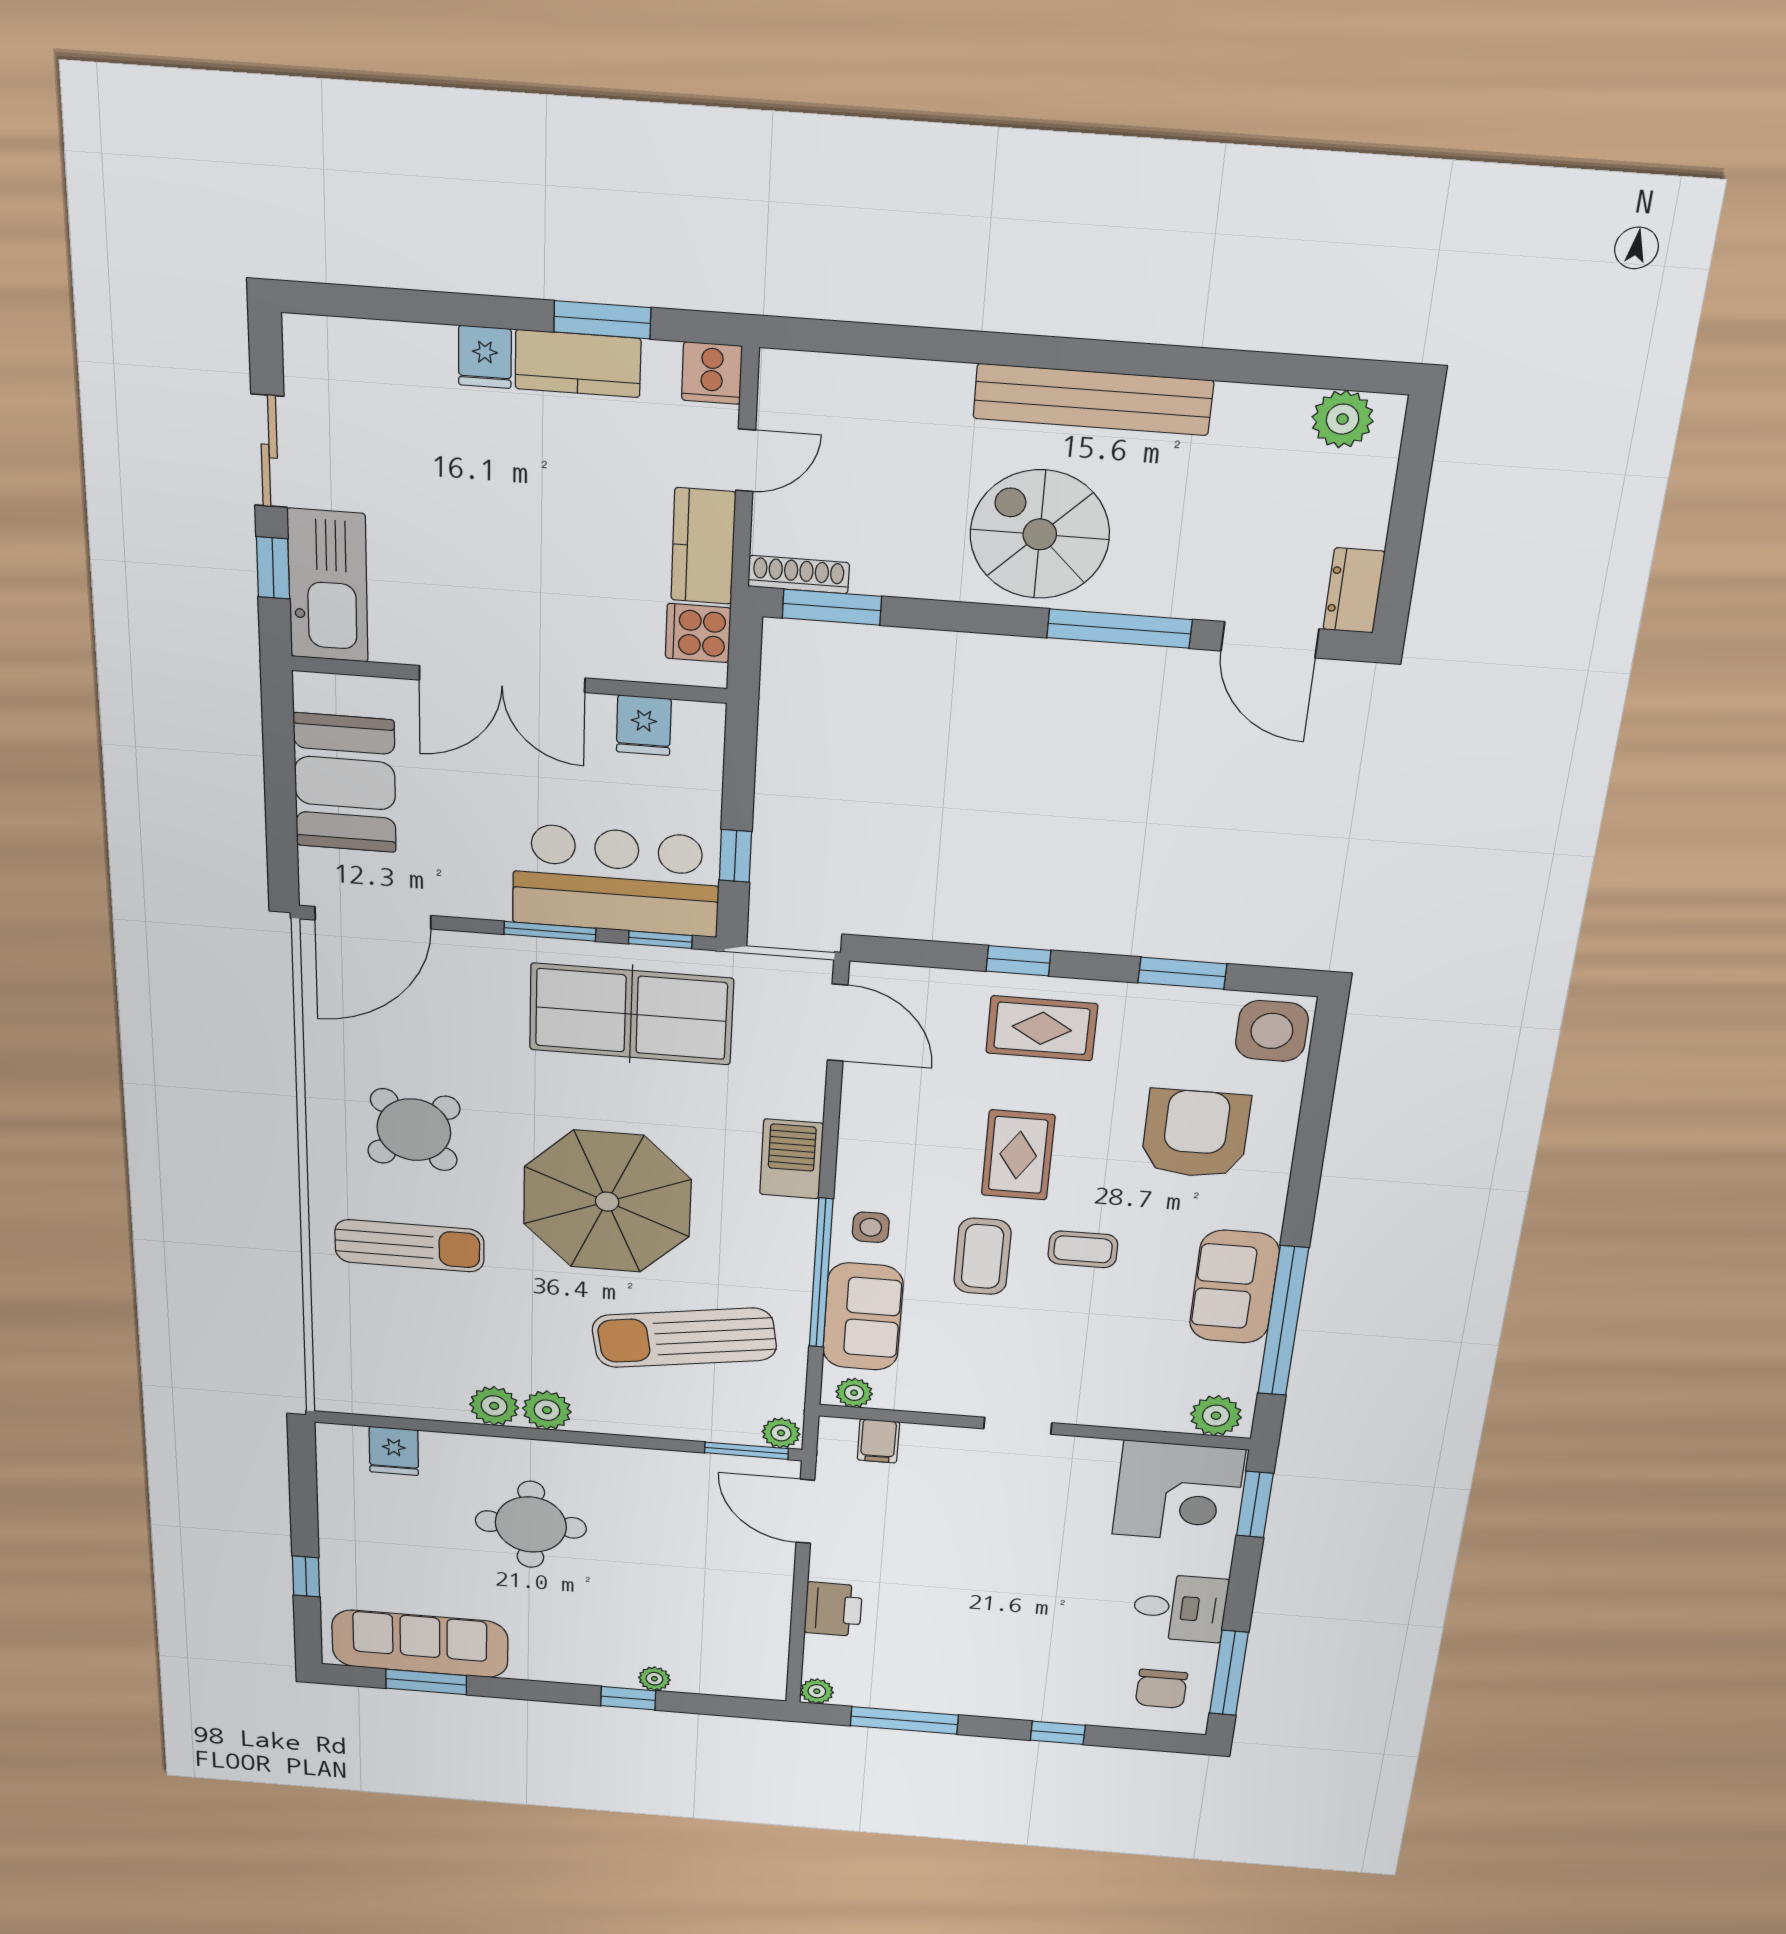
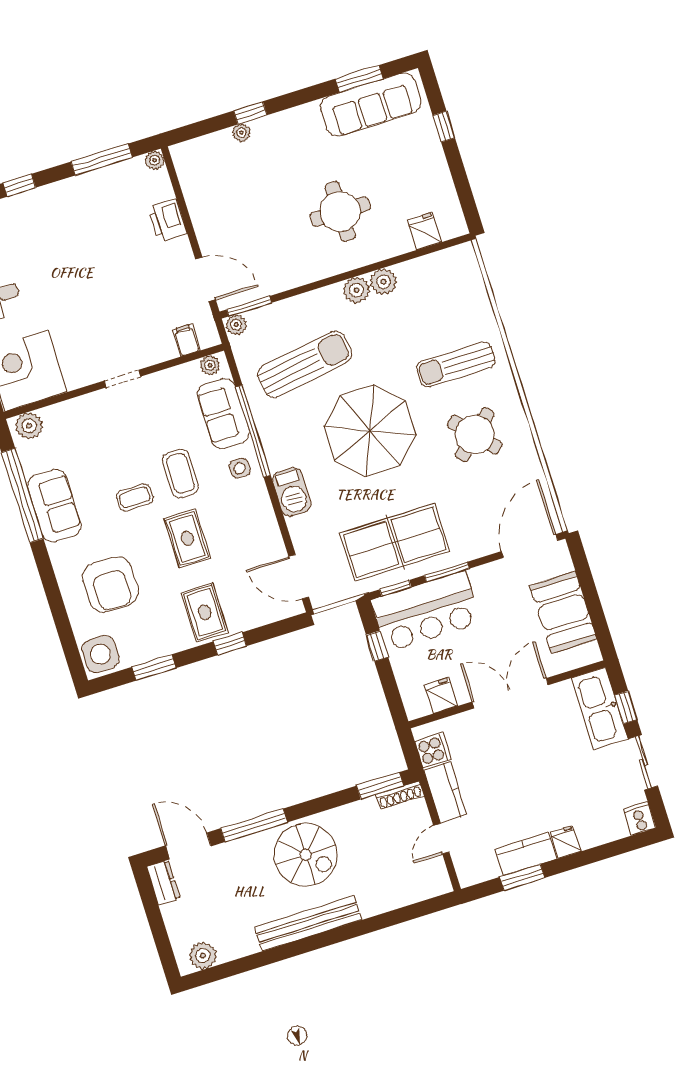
cooker: (712, 373) -> (639, 819), moved
rug: (1042, 1028) -> (205, 612), turned 90

